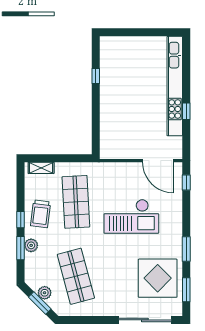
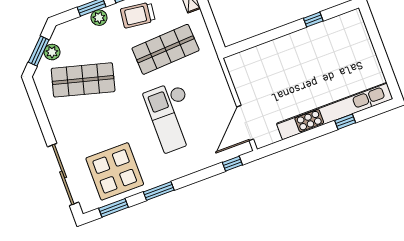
window: (186, 111) -> (345, 122), moved
shop shelf: (76, 276) -> (83, 80), turned 30

